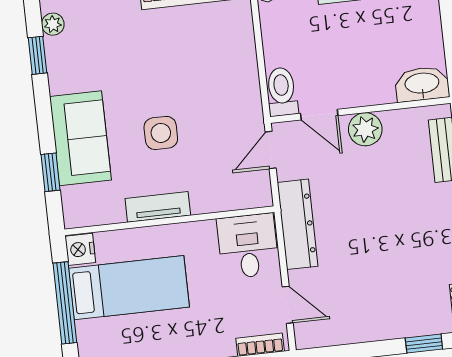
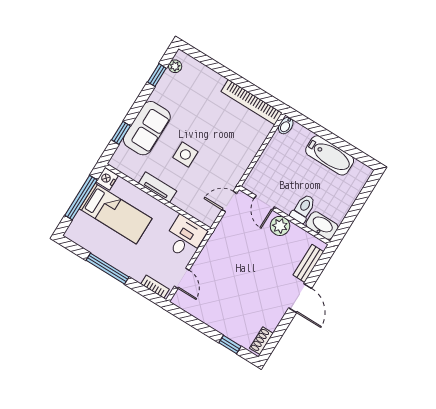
toilet: (282, 92) -> (303, 209), moved
dresser: (298, 224) -> (215, 245), removed

